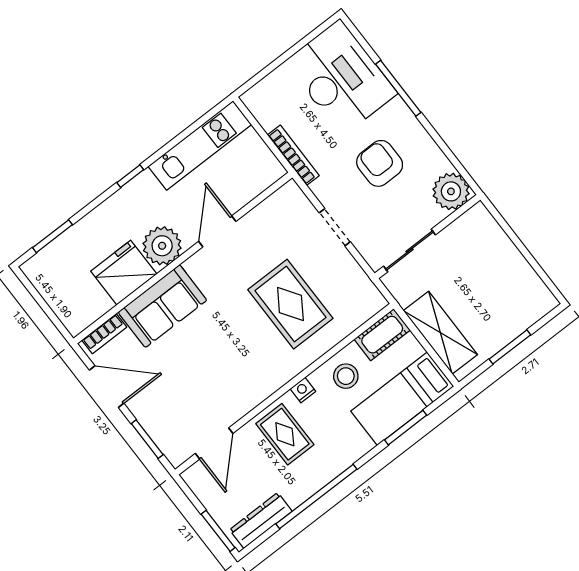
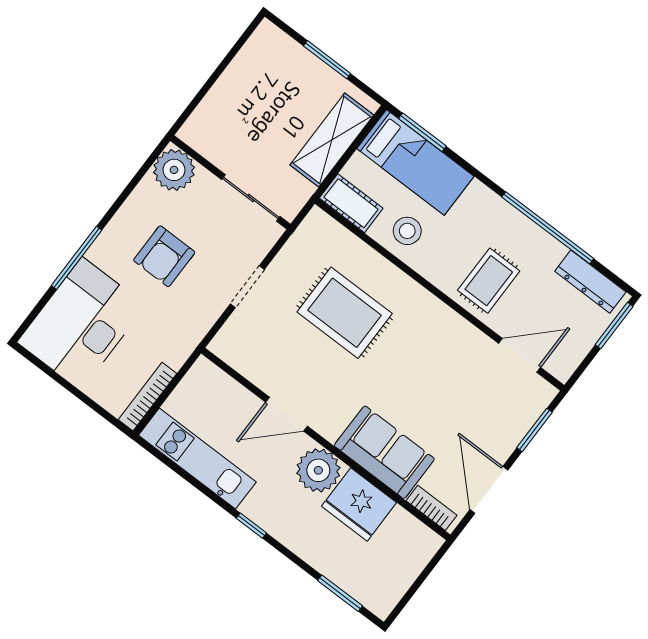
bookcase: (293, 155) -> (148, 397), moved
rug: (290, 304) -> (345, 313), turned 90
nightstand: (303, 390) -> (435, 274), removed
window: (406, 428) -> (422, 132), moved

